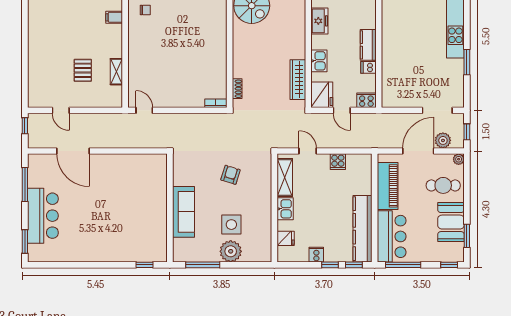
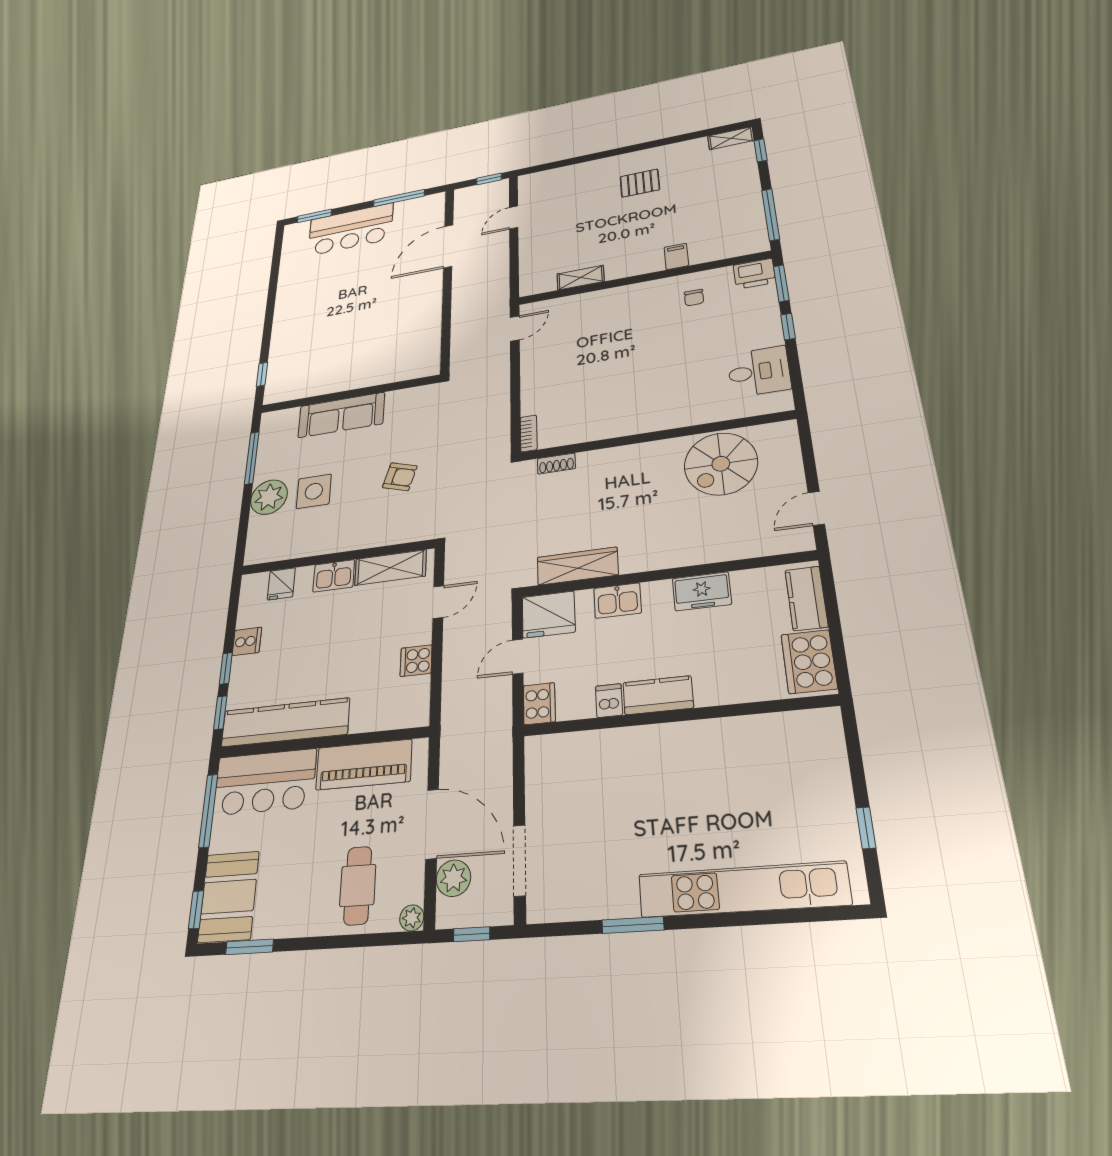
pallet: (83, 70) -> (640, 183), moved
booth: (451, 222) -> (229, 897), moved, turned 90

